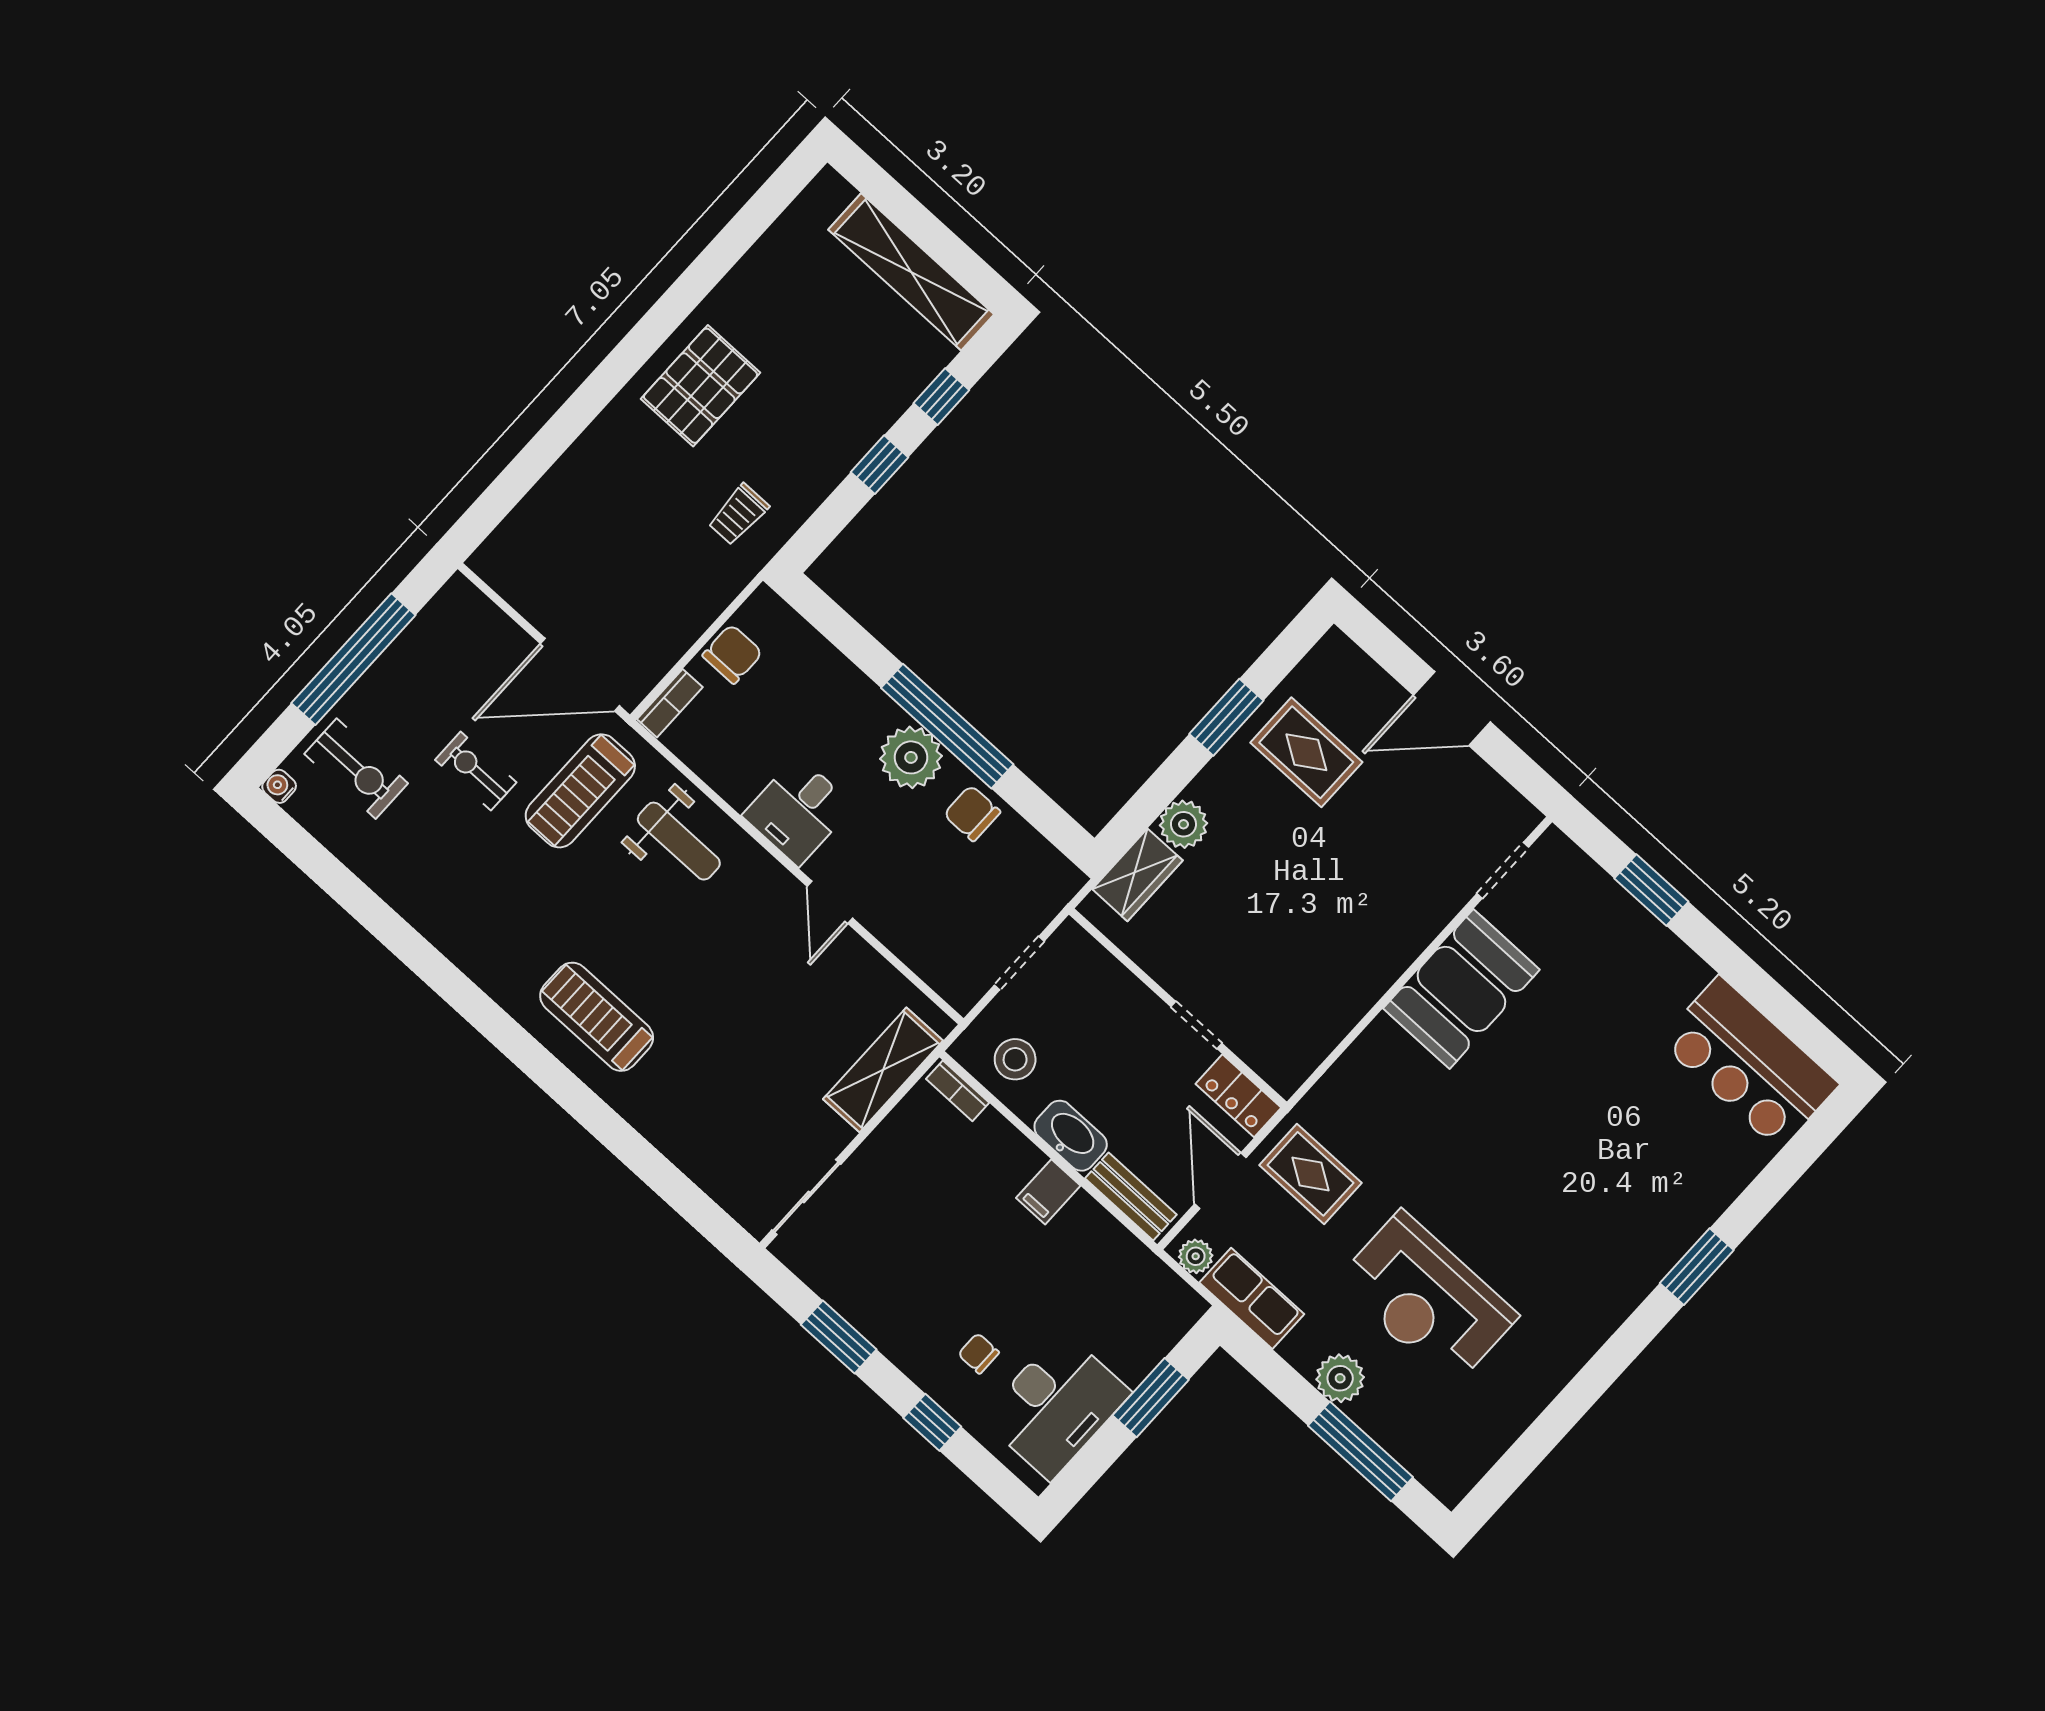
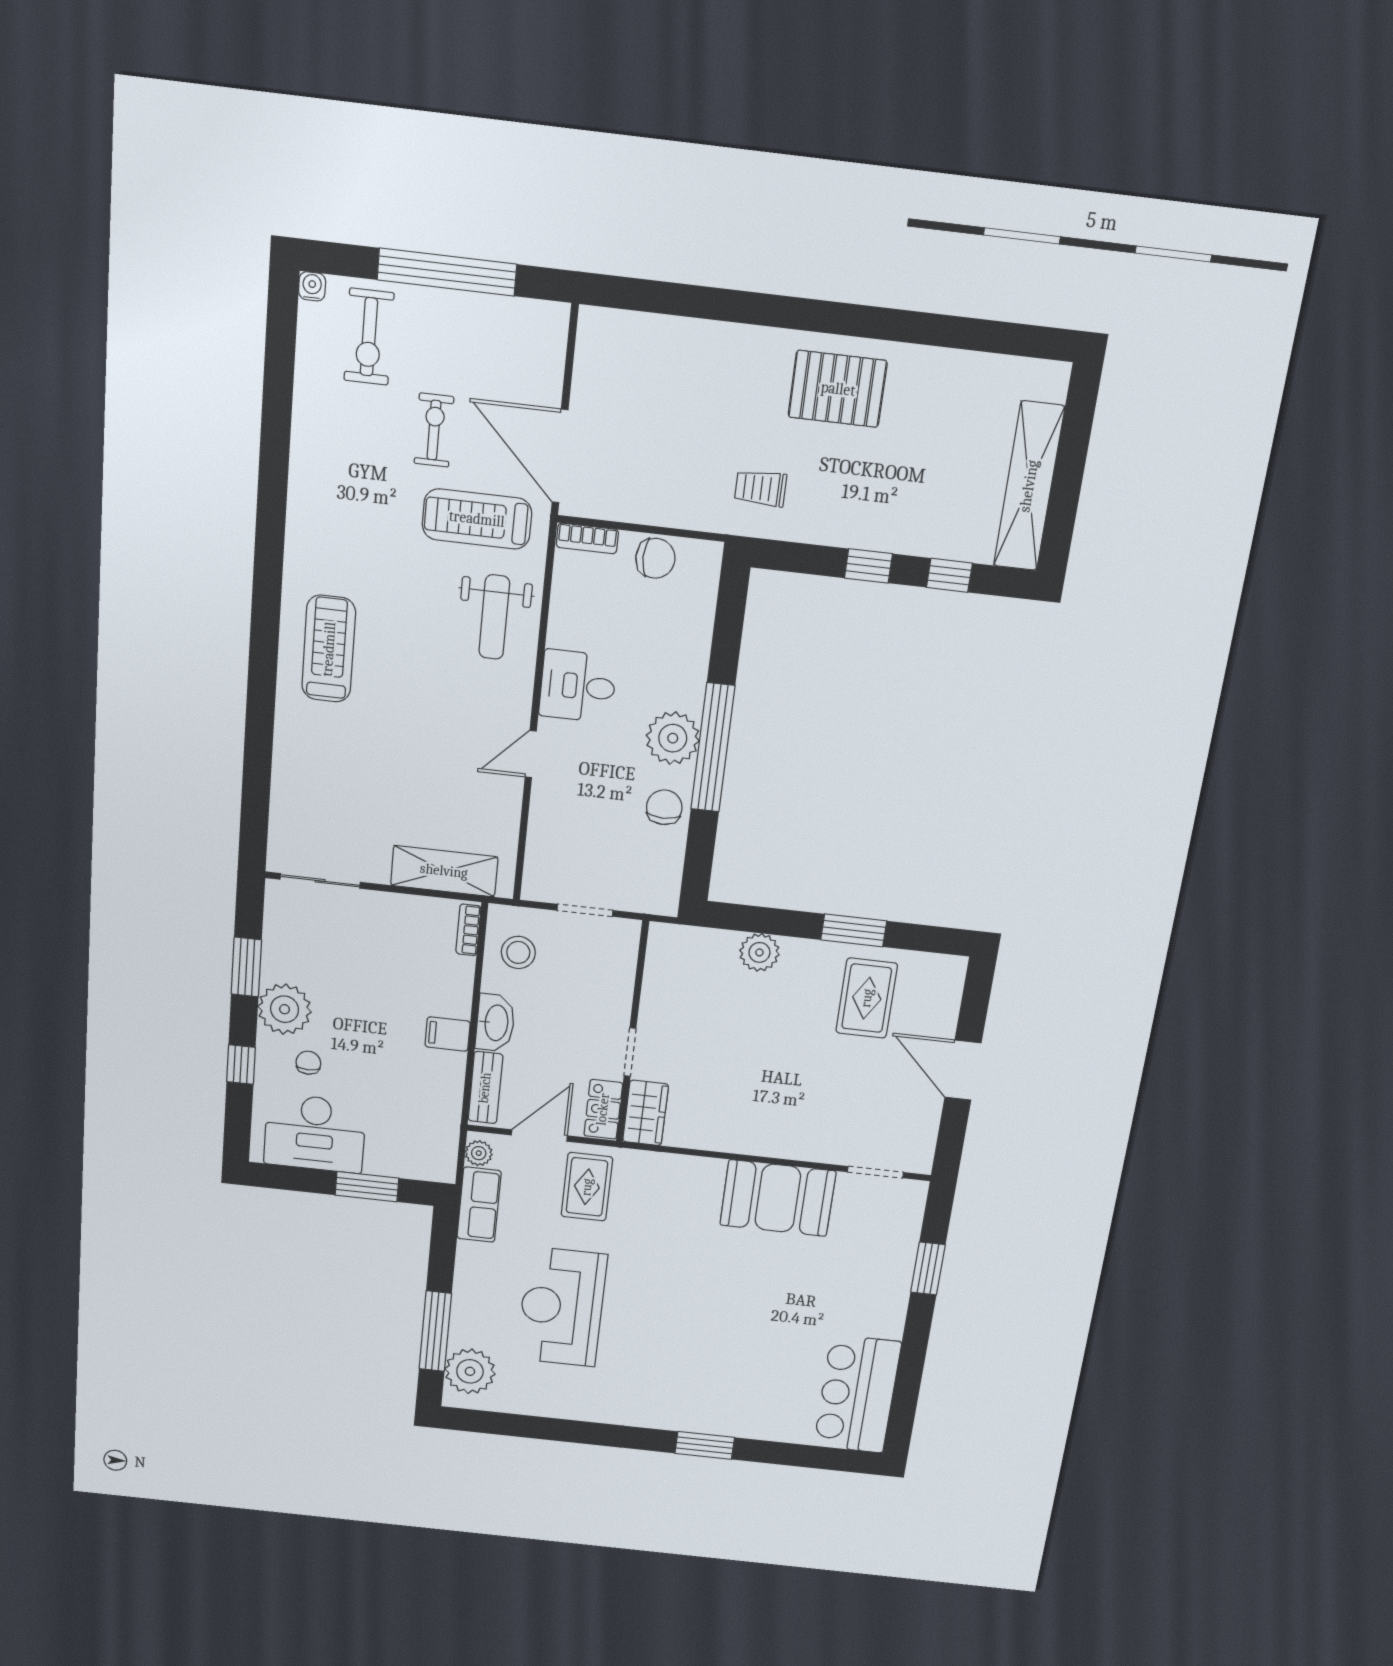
wardrobe: (1137, 875) -> (646, 1113), moved, turned -90
plant: (907, 1333) -> (285, 1009), added
plant: (1340, 1378) -> (470, 1371), moved, width x1.36, depth x1.36

